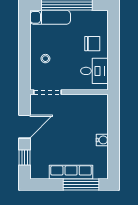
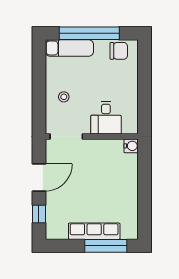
chair: (92, 44) -> (119, 51), moved
desk: (94, 71) -> (106, 118), moved, turned 90
water cooler: (102, 140) -> (131, 146), moved

